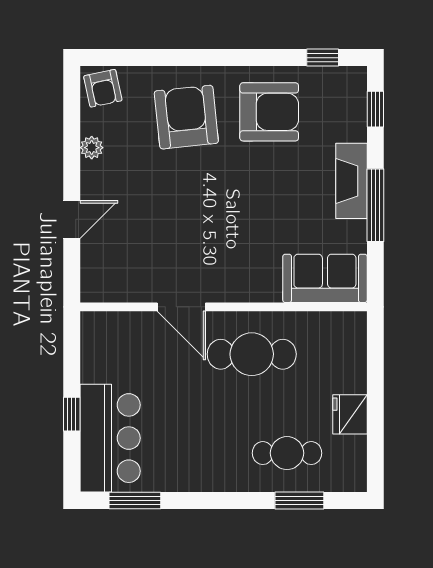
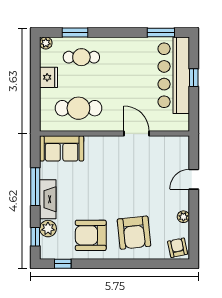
plant: (351, 125) -> (48, 229), added
cafe table: (252, 354) -> (78, 108), moved
bar counter: (110, 438) -> (174, 75), width x1.36
plant: (355, 480) -> (46, 43), added

